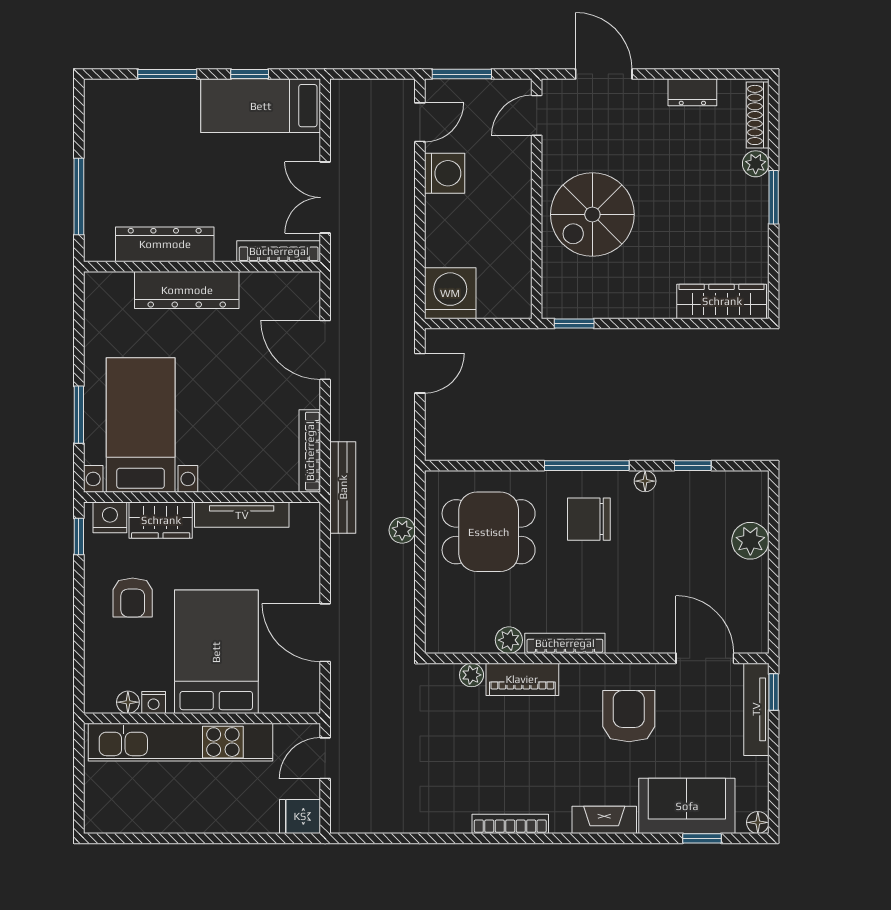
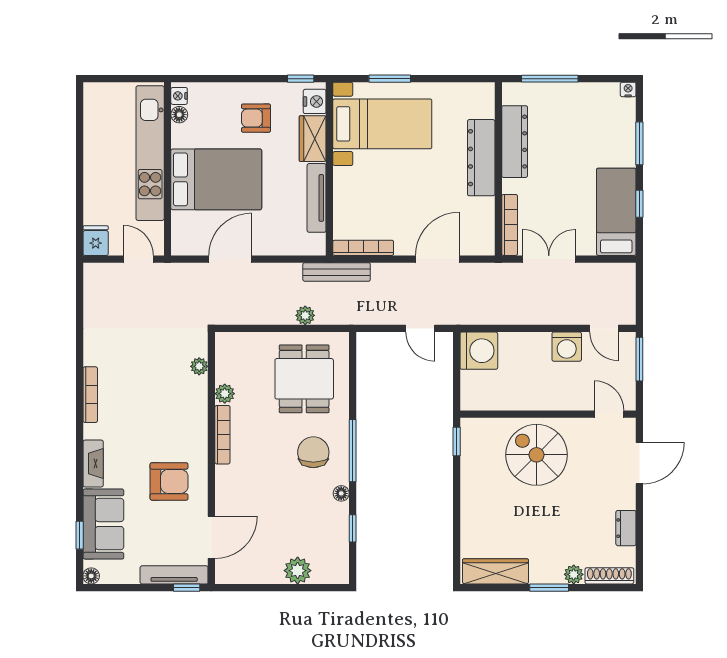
nightstand: (94, 89) -> (628, 89), added
wardrobe: (722, 301) -> (495, 571), moved, turned -90
piano: (522, 679) -> (196, 404), removed
nightstand: (154, 702) -> (179, 96), moved

